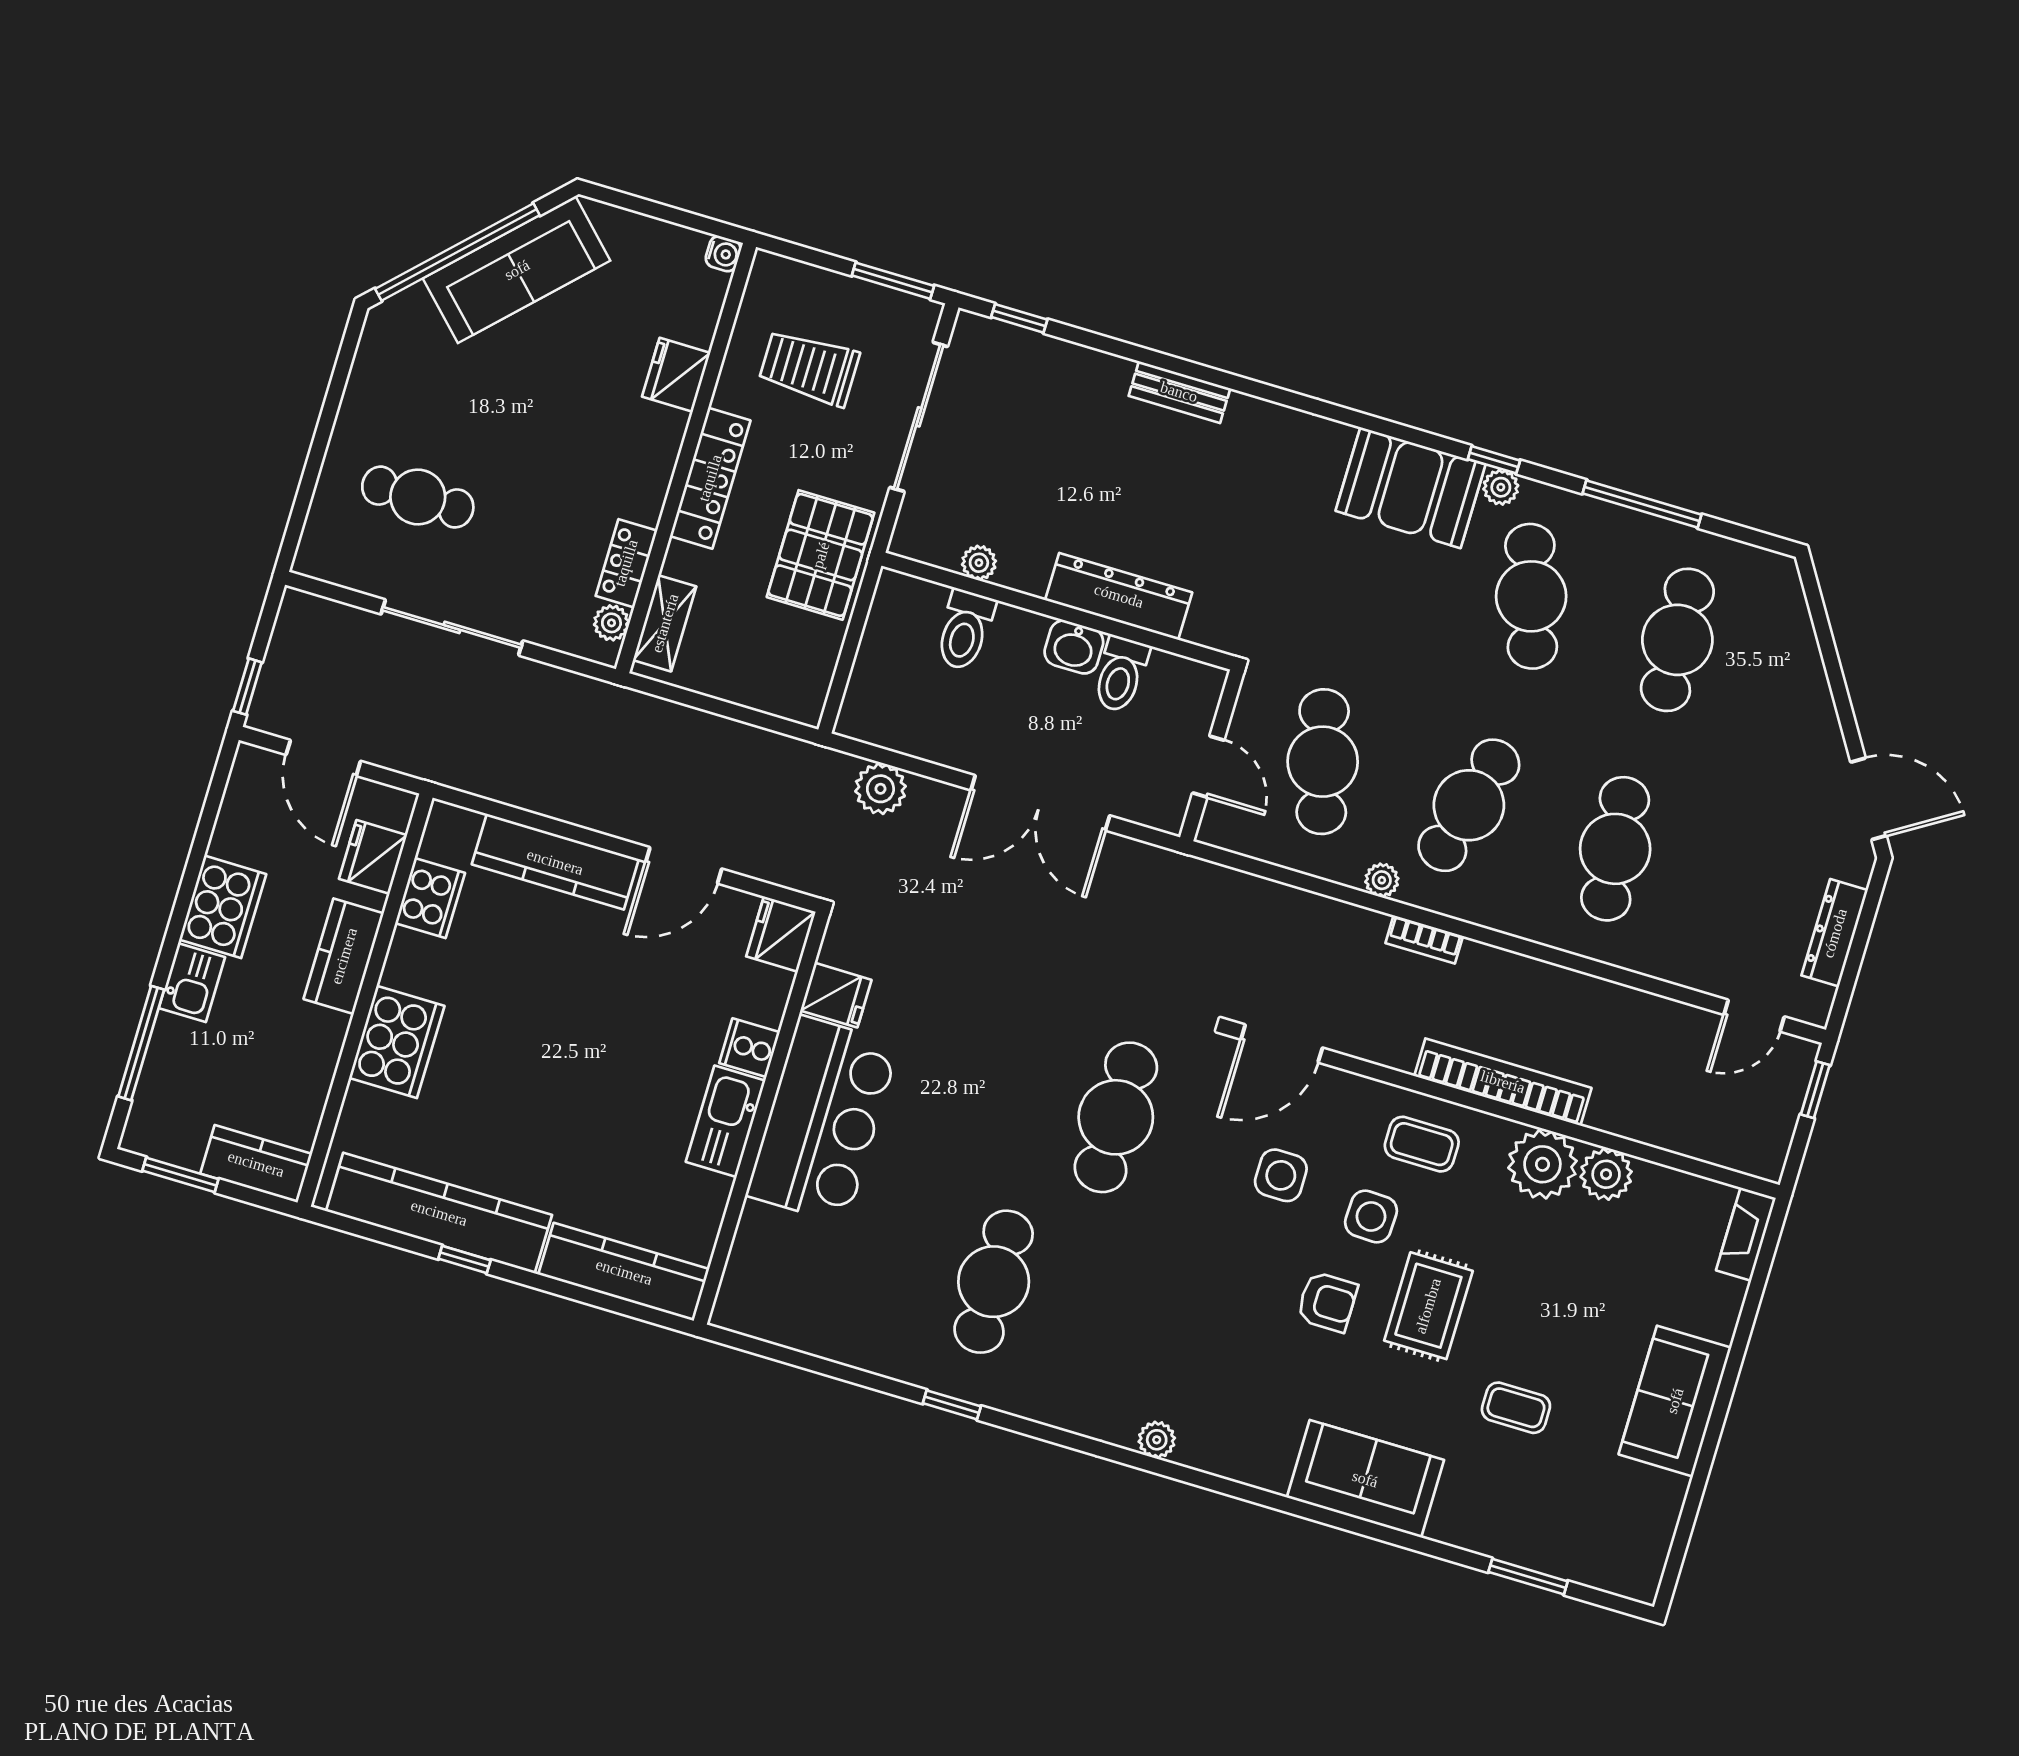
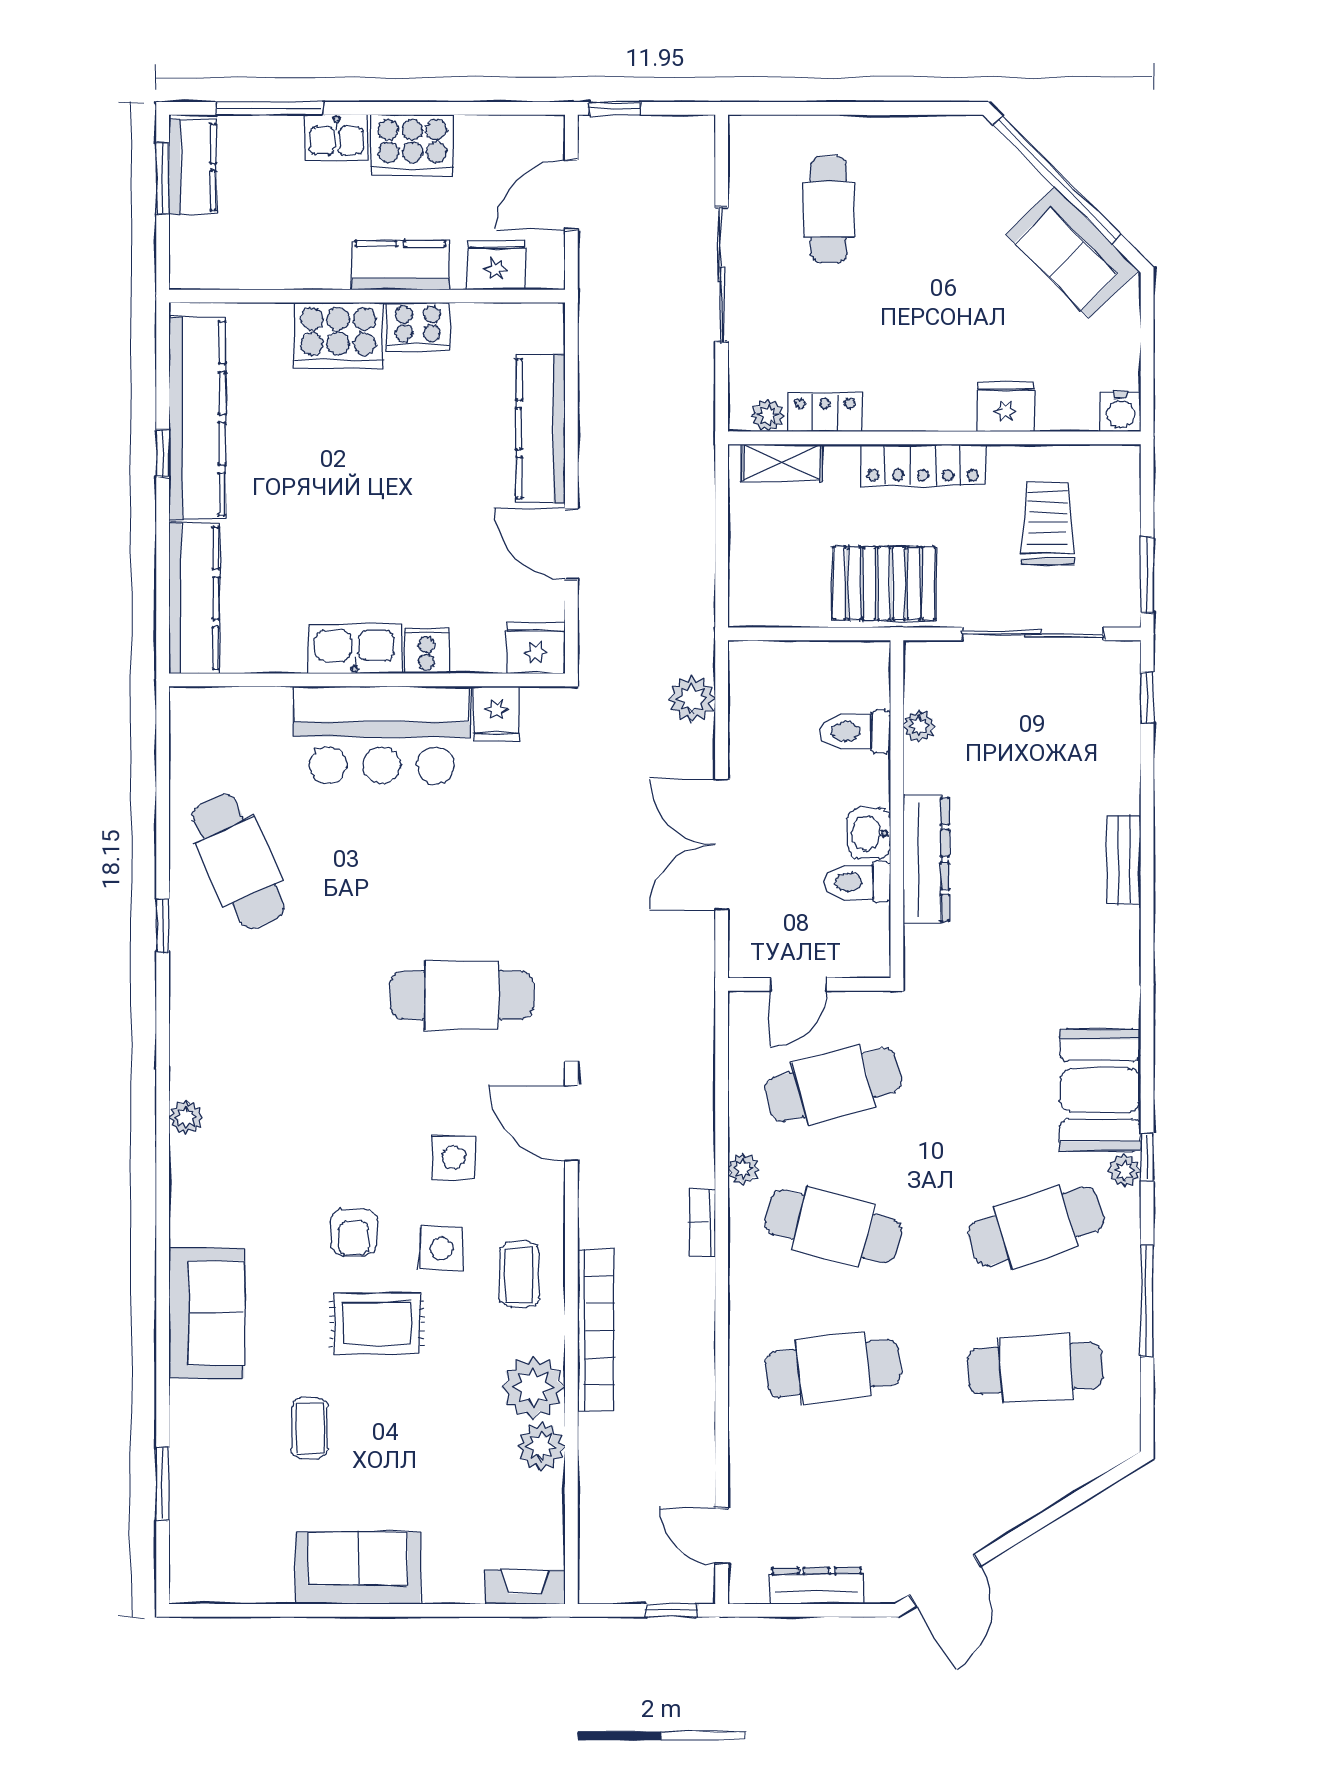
water cooler: (723, 254) -> (1120, 411), width x1.38, depth x1.38
sofa: (517, 270) -> (1072, 252), width x0.73
cooker: (430, 898) -> (418, 327), moved
kitchen counter: (256, 1164) -> (192, 167), moved
cafe table: (994, 1282) -> (238, 861), moved, turned 65

